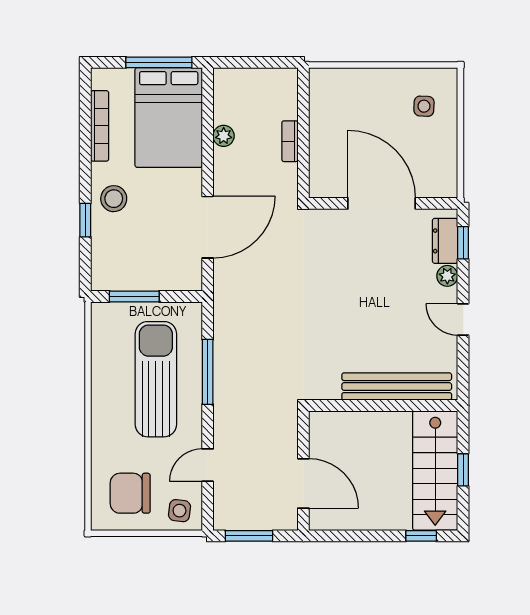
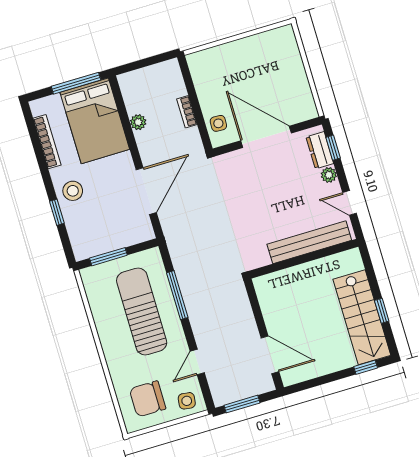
side table: (424, 106) -> (218, 123), moved
bench: (397, 387) -> (309, 242), moved
wall: (383, 406) -> (304, 259), moved

